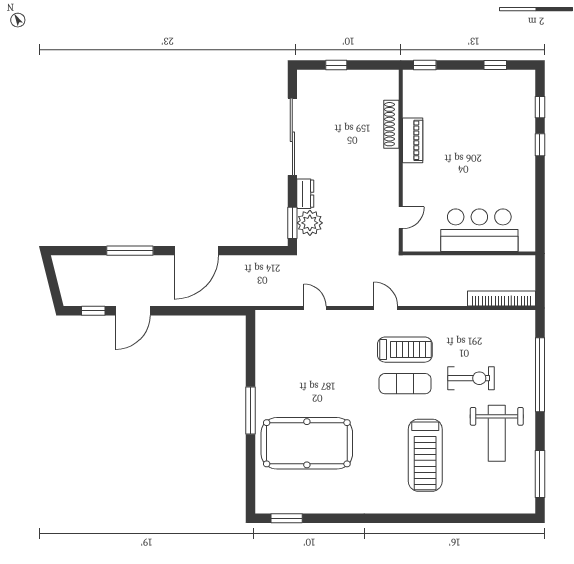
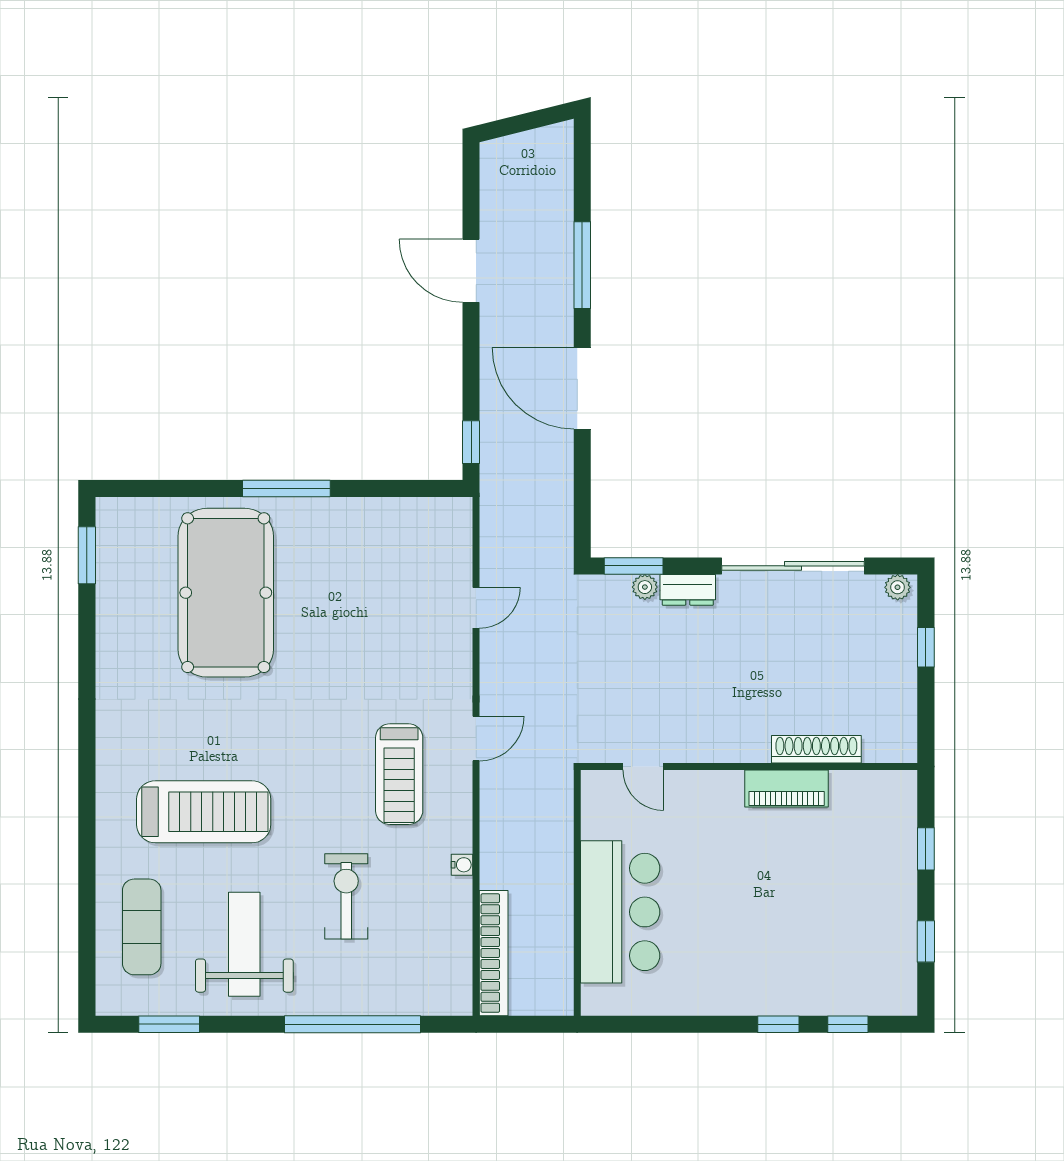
window: (425, 65) -> (926, 849), moved
plant: (304, 80) -> (898, 587), added
plant: (310, 223) -> (645, 587), width x0.53, depth x0.53
window: (93, 311) -> (471, 442), moved
water cooler: (454, 316) -> (462, 865), added
exercise bike: (471, 378) -> (346, 896), turned 180
exercise mat: (405, 384) -> (142, 927), moved
weight bench: (497, 433) -> (244, 944), turned 90
treadmill: (425, 455) -> (204, 812), turned 180
window: (540, 474) -> (169, 1024), width x0.69

